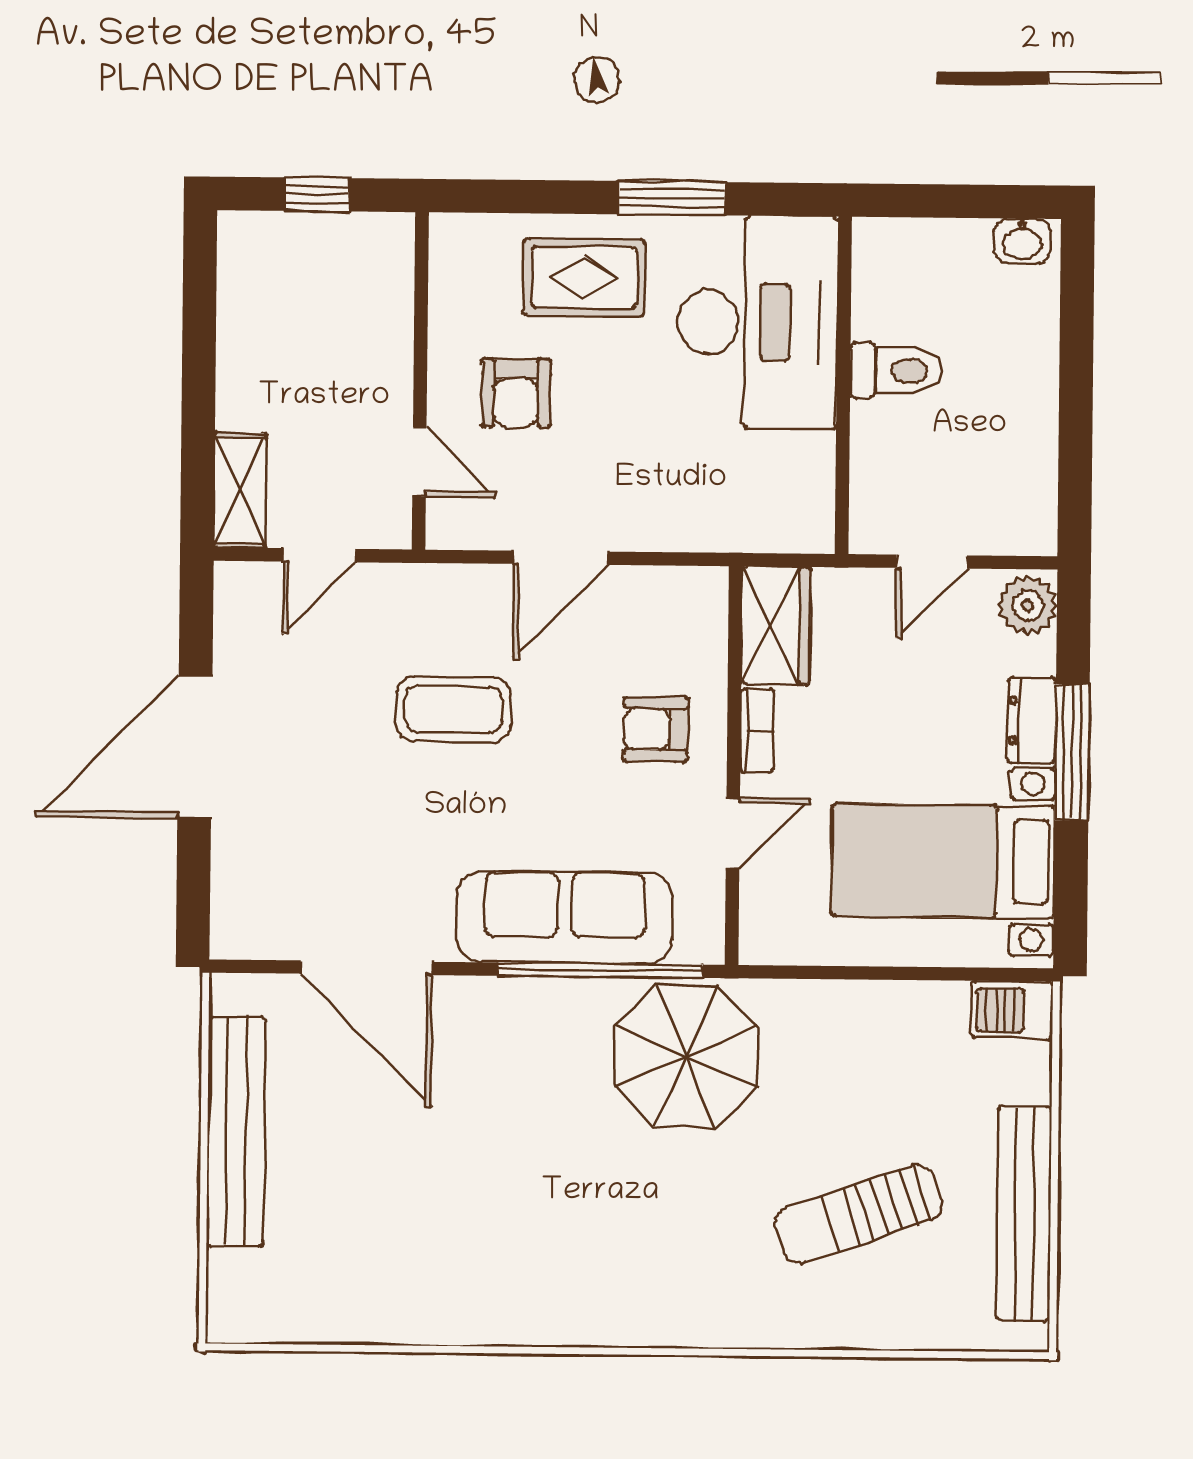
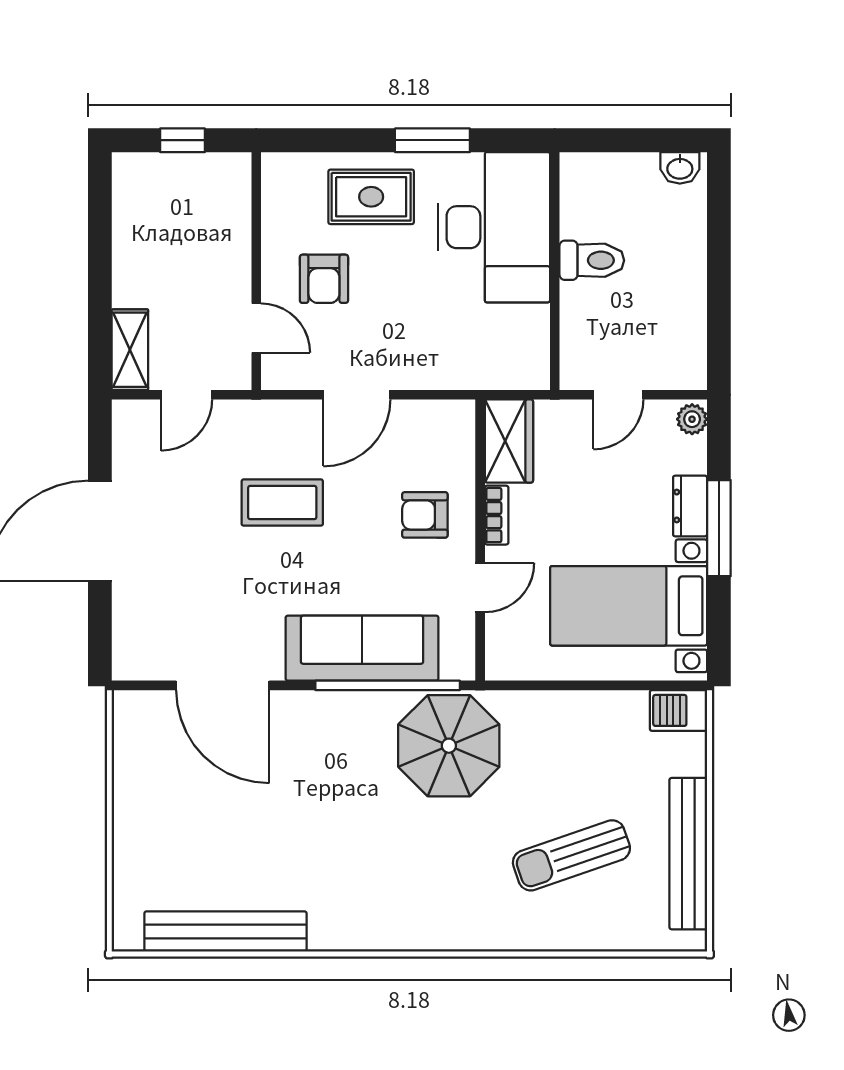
plant: (1028, 605) -> (692, 419), width x0.73, depth x0.73
bench: (236, 1131) -> (225, 931), moved, turned 90

